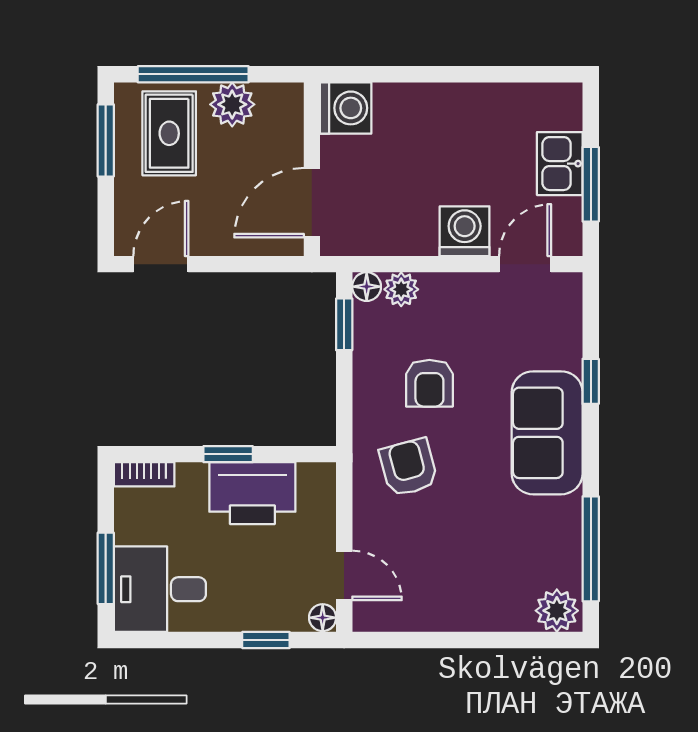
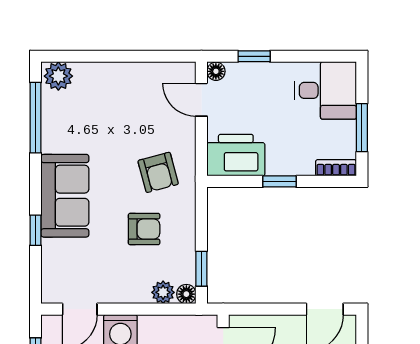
armchair: (429, 383) -> (144, 229), turned 90
printer: (252, 493) -> (236, 155), moved
window: (106, 568) -> (362, 128), moved

